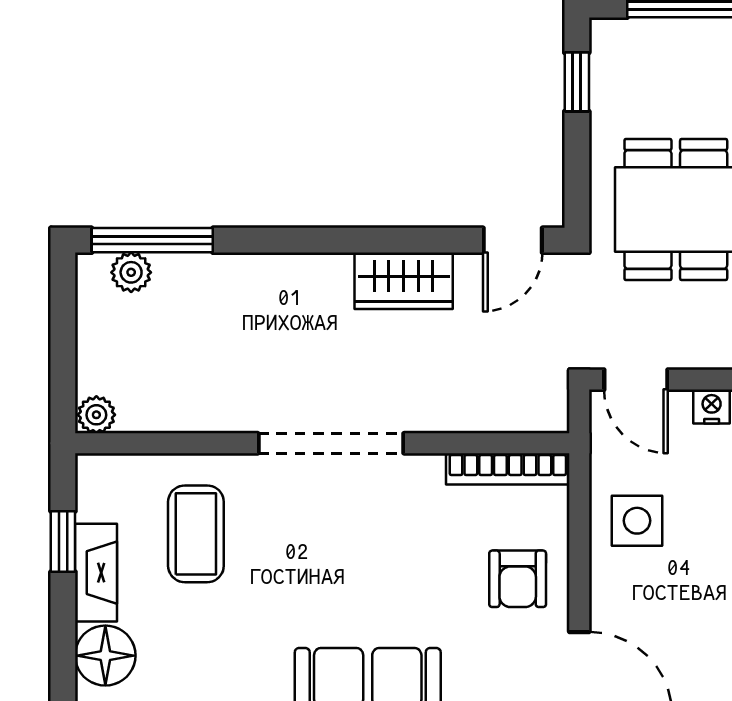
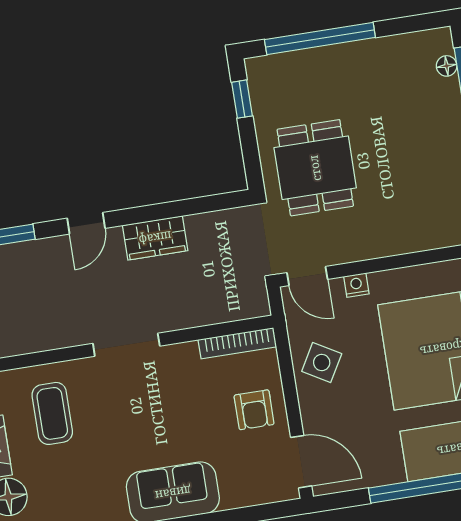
door: (513, 240) -> (86, 223), moved
doorway: (331, 443) -> (126, 345), width x0.73
side table: (637, 521) -> (322, 362), turned 30

